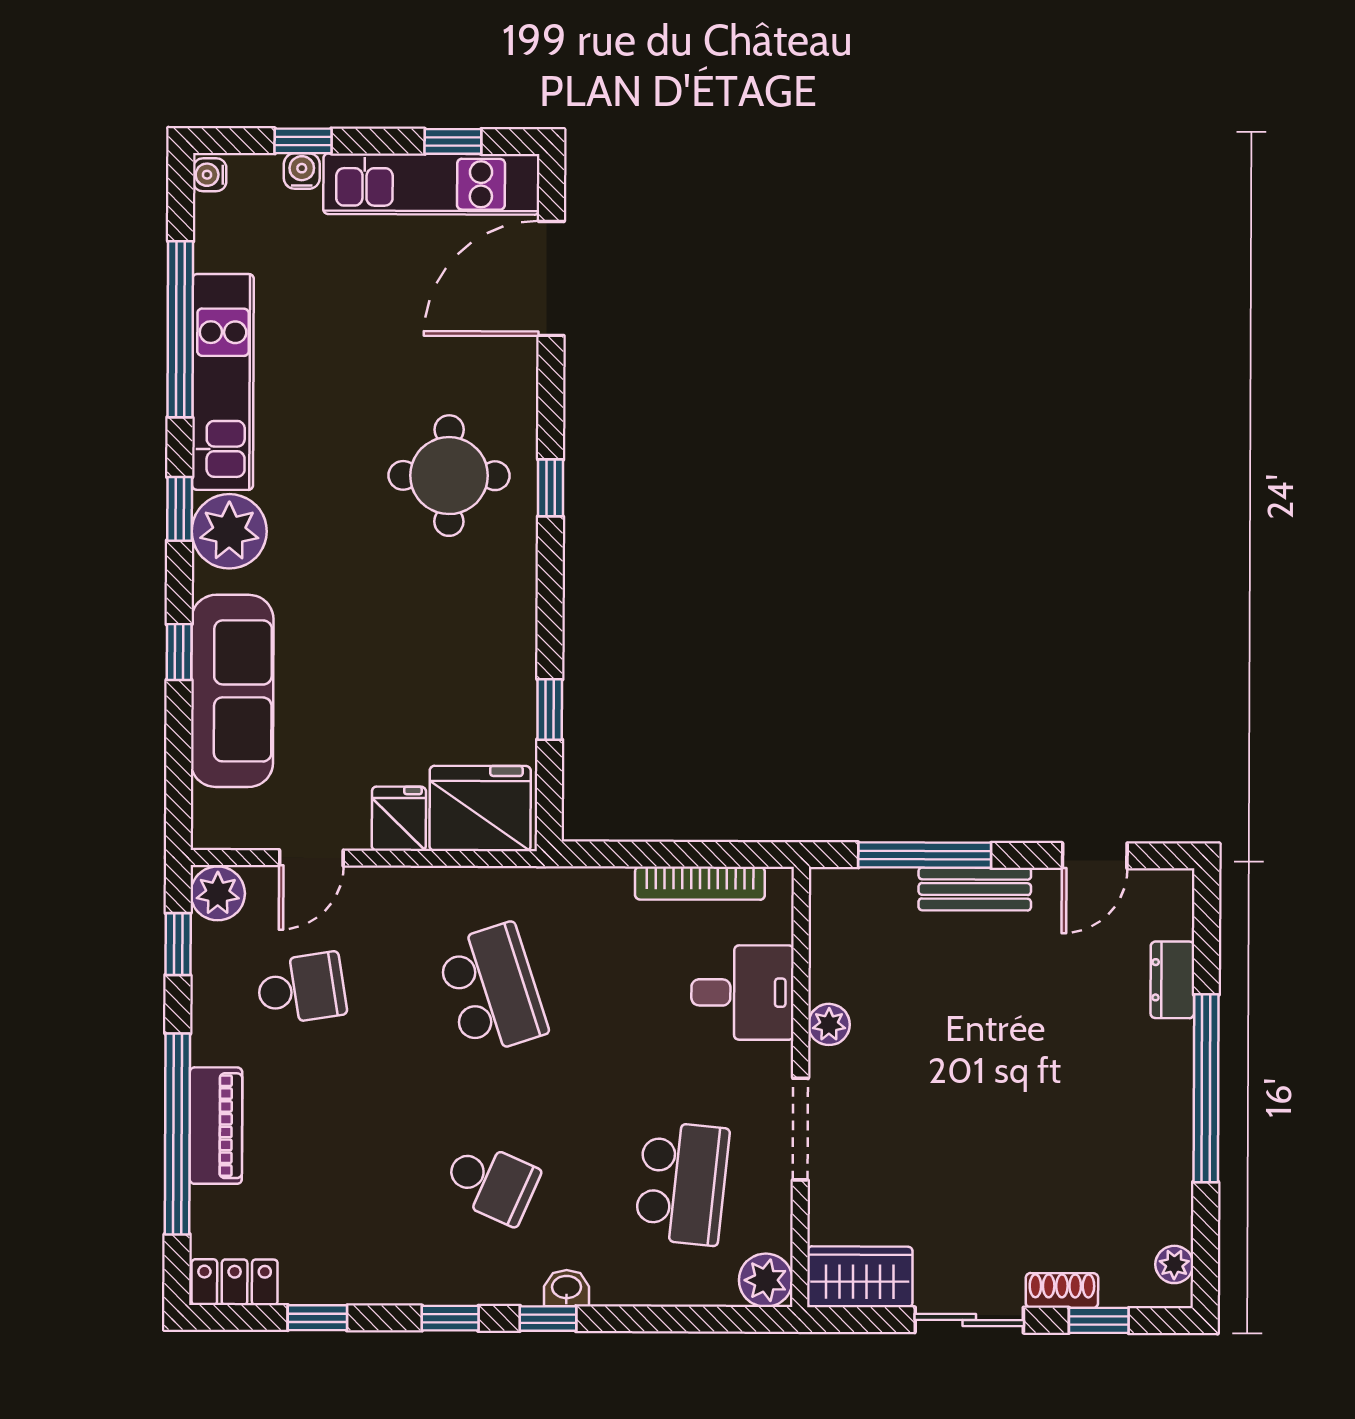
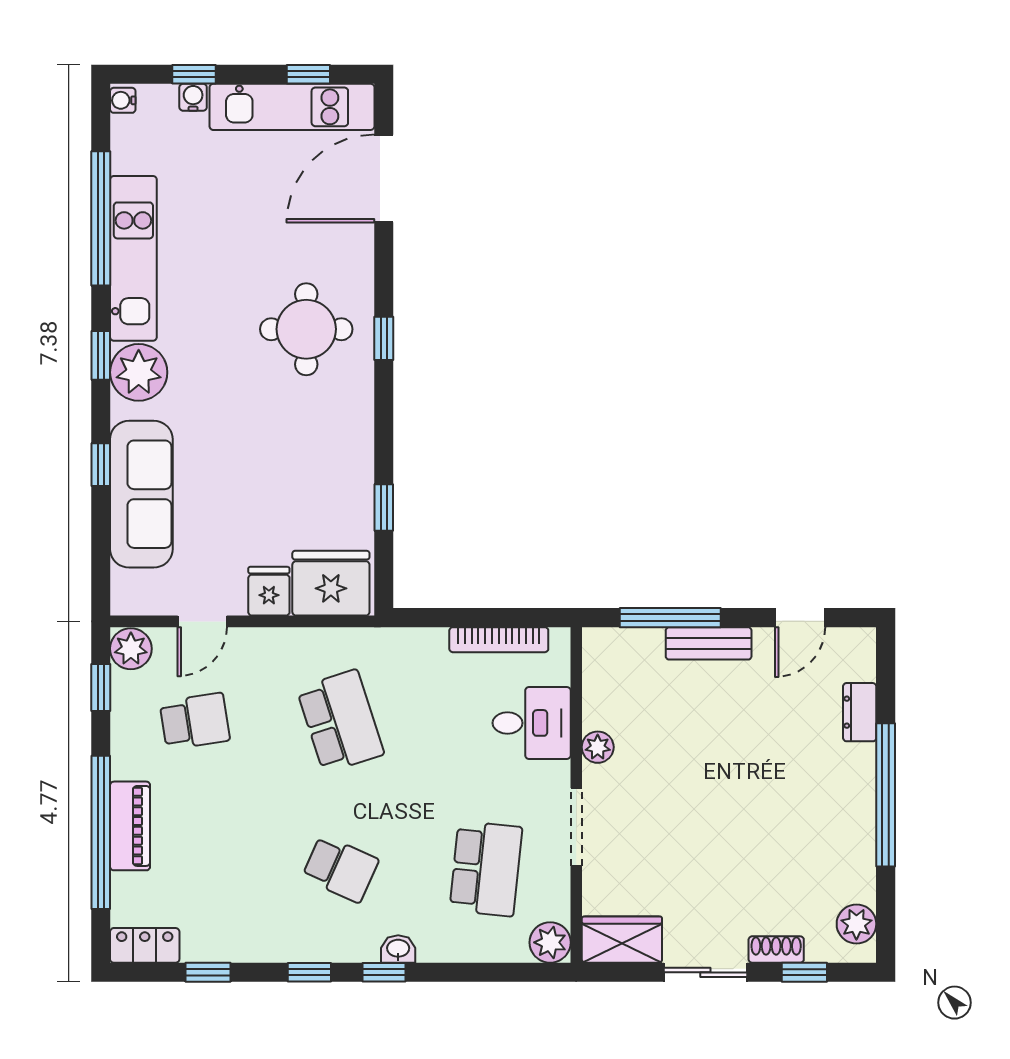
plant: (1174, 1264) -> (856, 924), width x1.38, depth x1.38

